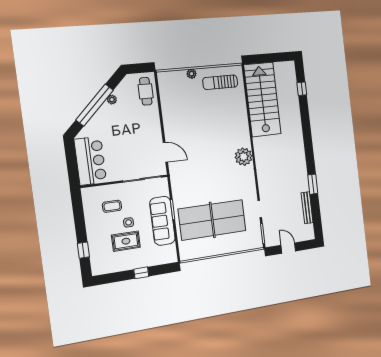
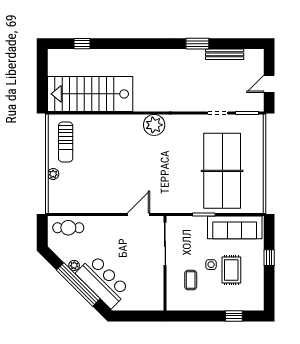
bar counter: (90, 161) -> (103, 281), moved, turned 45
sofa: (162, 221) -> (235, 227), moved

